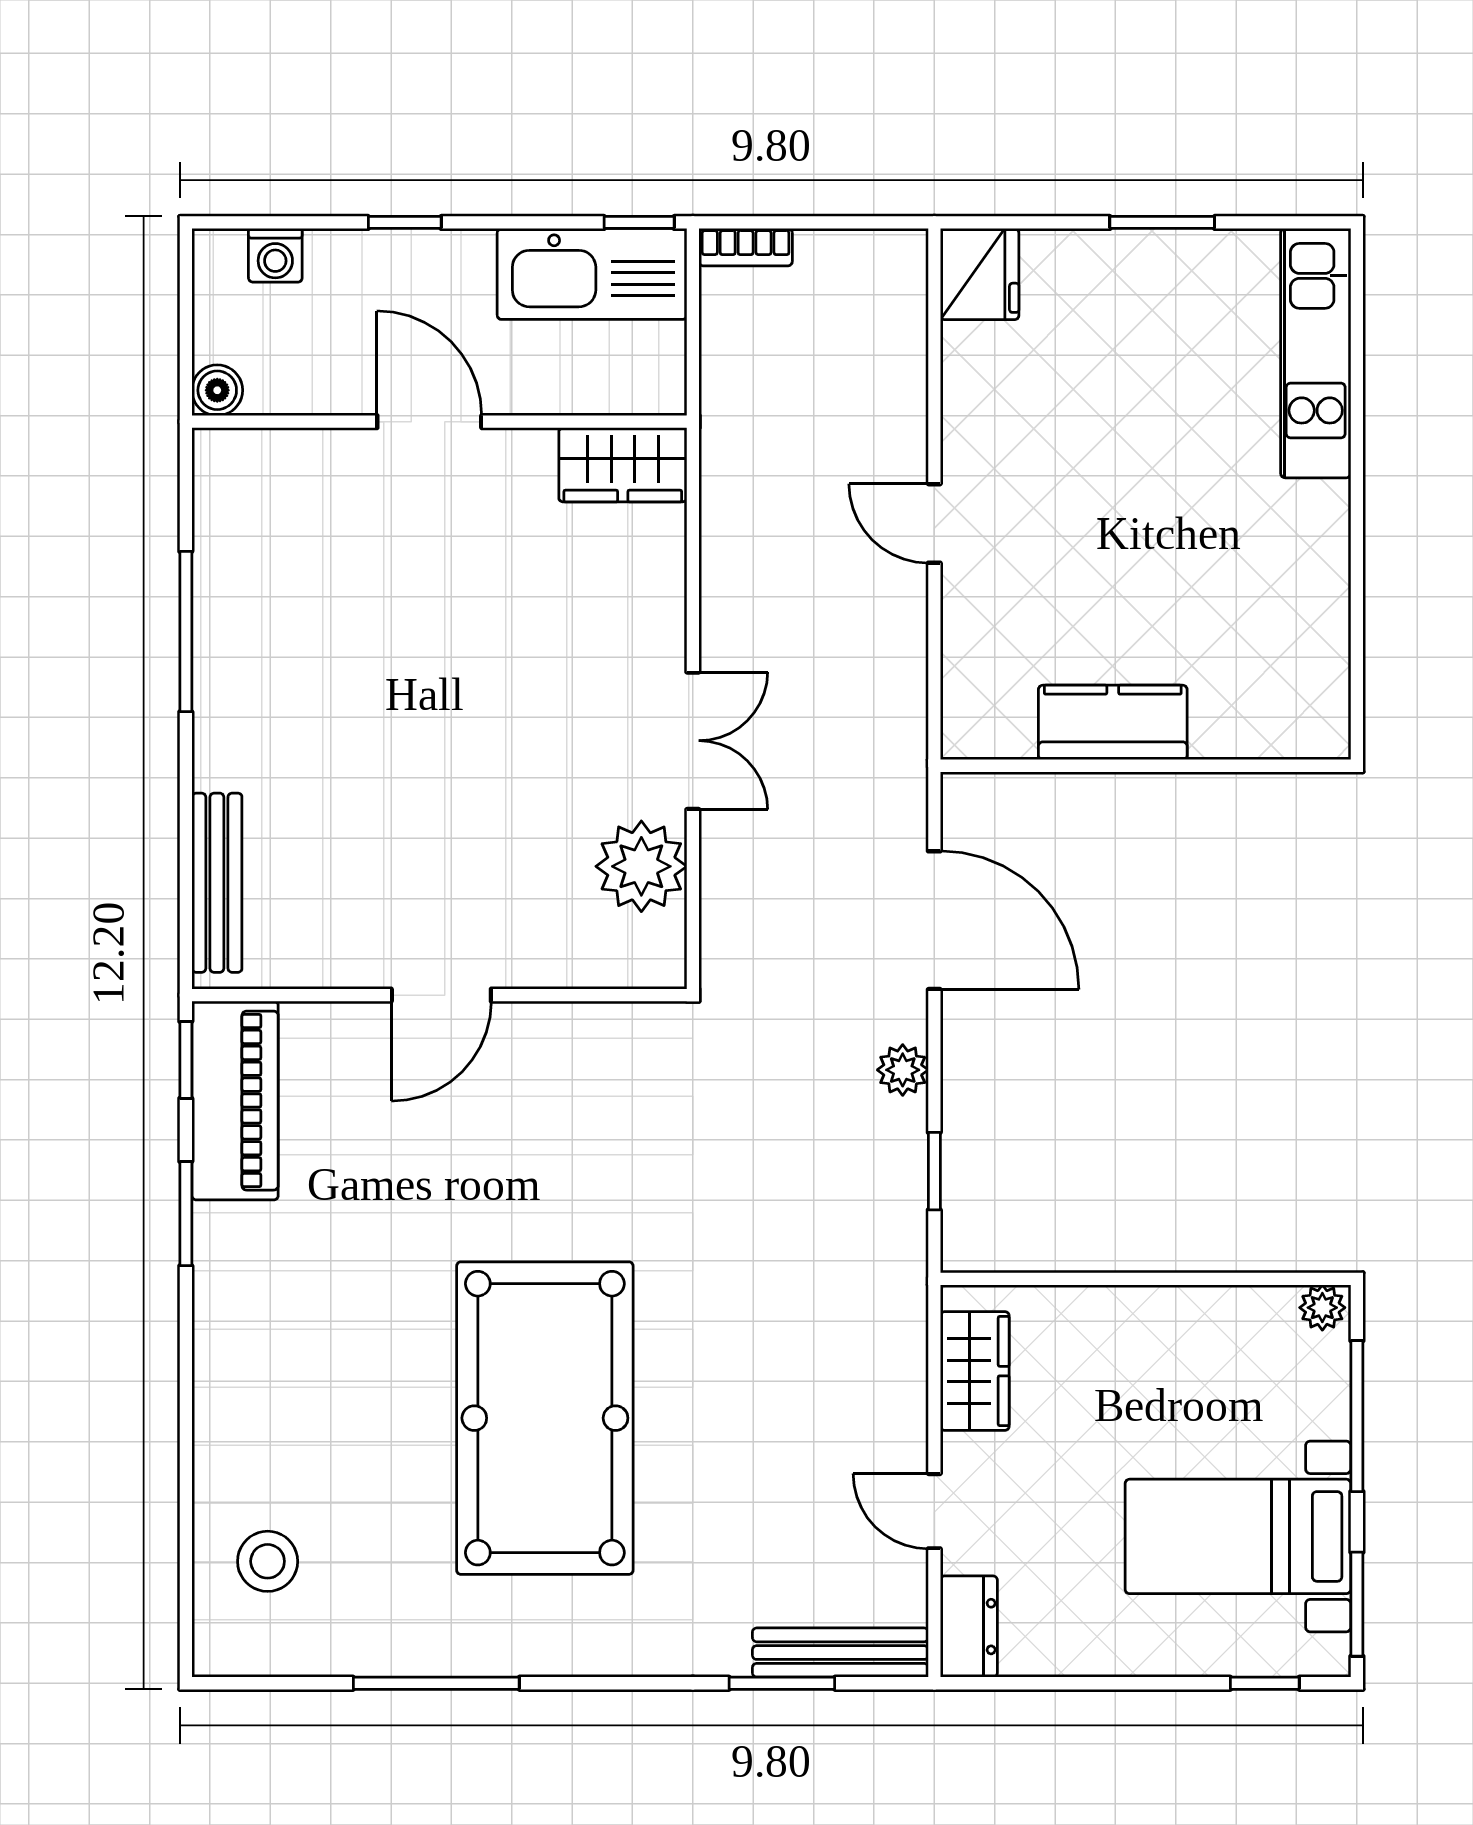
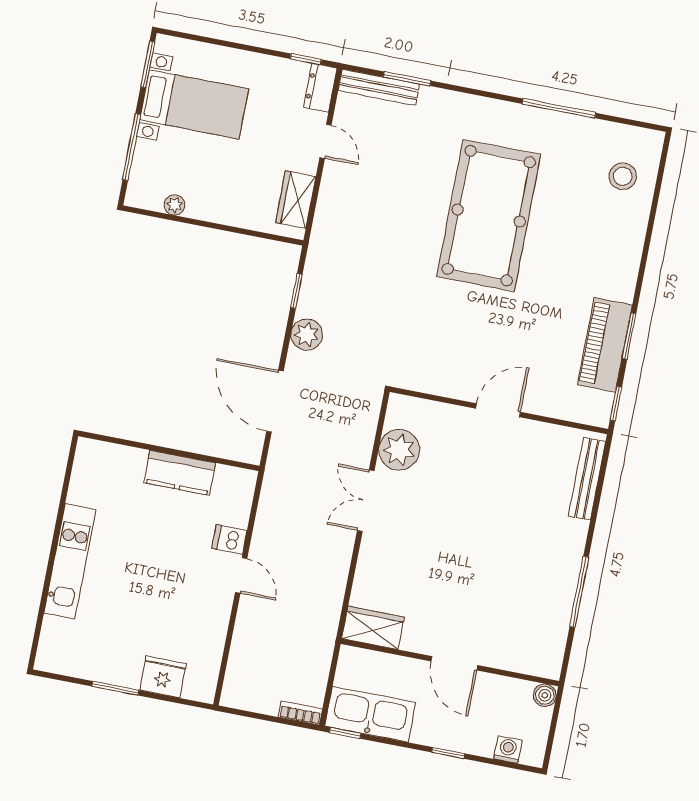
fridge: (980, 274) -> (163, 677), moved, turned 90
kitchen unit: (1316, 353) -> (70, 561), moved
dishwasher: (975, 597) -> (229, 539), added
plant: (903, 1070) -> (307, 335), width x1.38, depth x1.38
piano: (235, 1101) -> (605, 345), moved
plant: (1322, 1308) -> (175, 205), moved
window: (1265, 1683) -> (306, 59), moved

